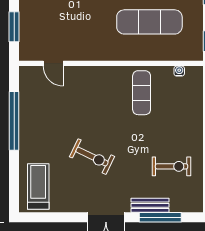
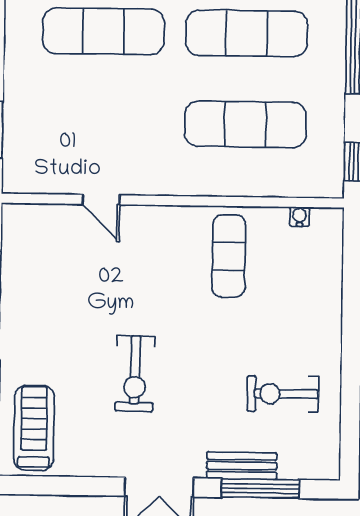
door: (53, 63) -> (101, 200), moved
exercise bike: (92, 157) -> (135, 374), turned 65
exercise bike: (172, 166) -> (283, 394), turned 180

